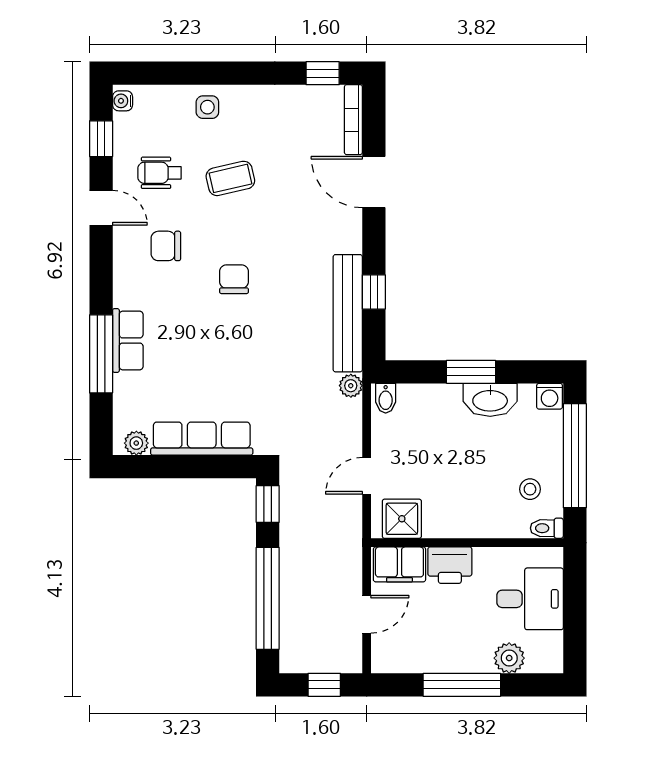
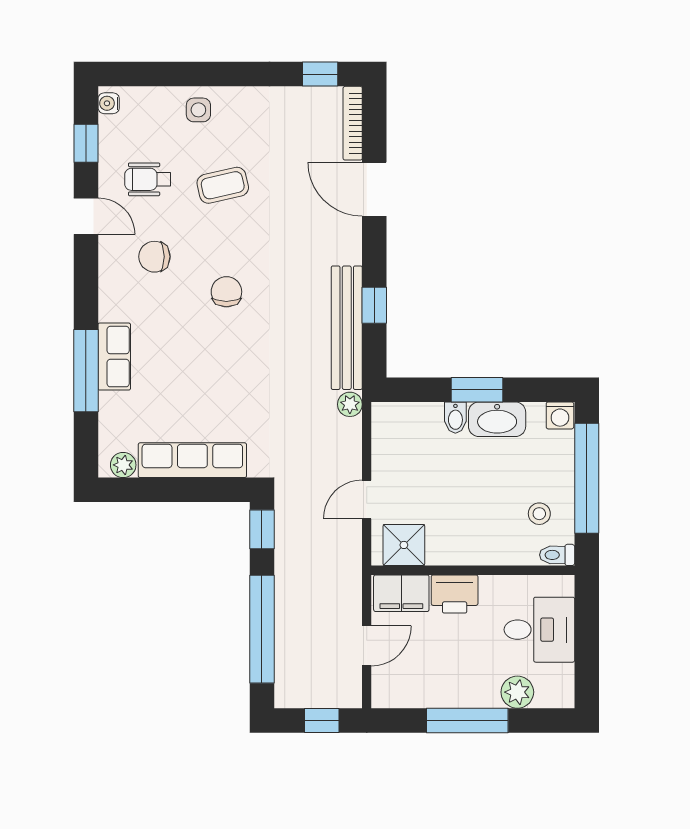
bidet: (386, 398) -> (455, 418), moved

